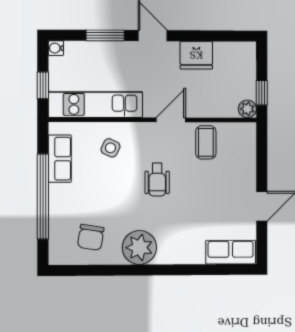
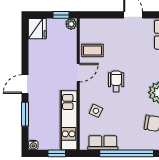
fridge: (196, 55) -> (37, 29), moved
door: (171, 120) -> (78, 73), swing flipped
wheelchair: (157, 180) -> (116, 81), turned -90

